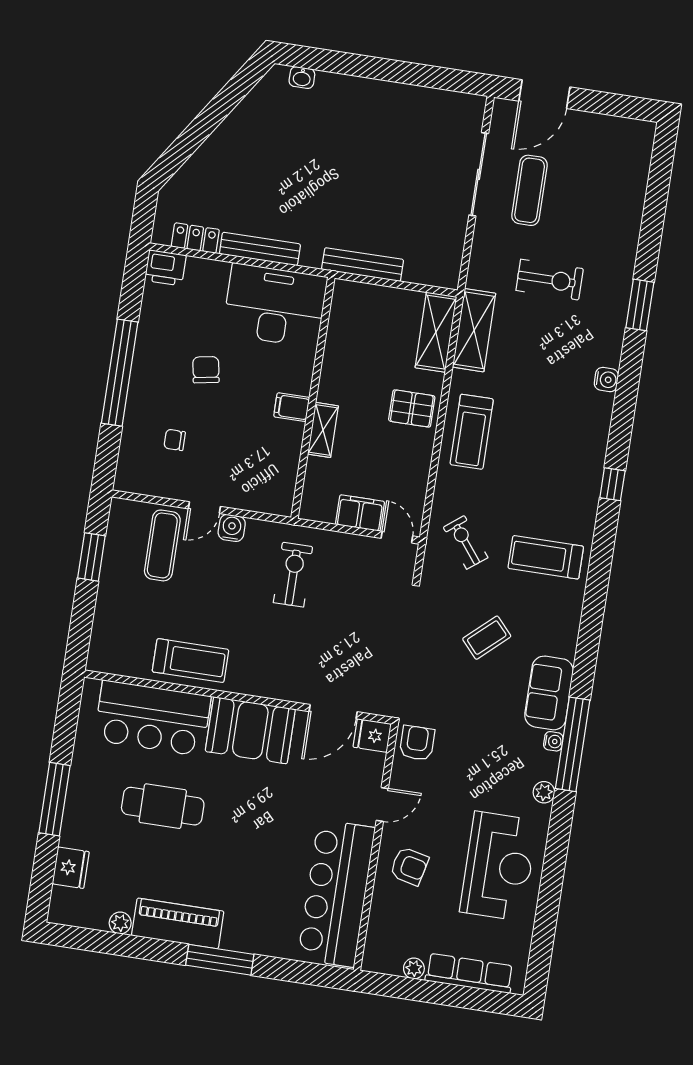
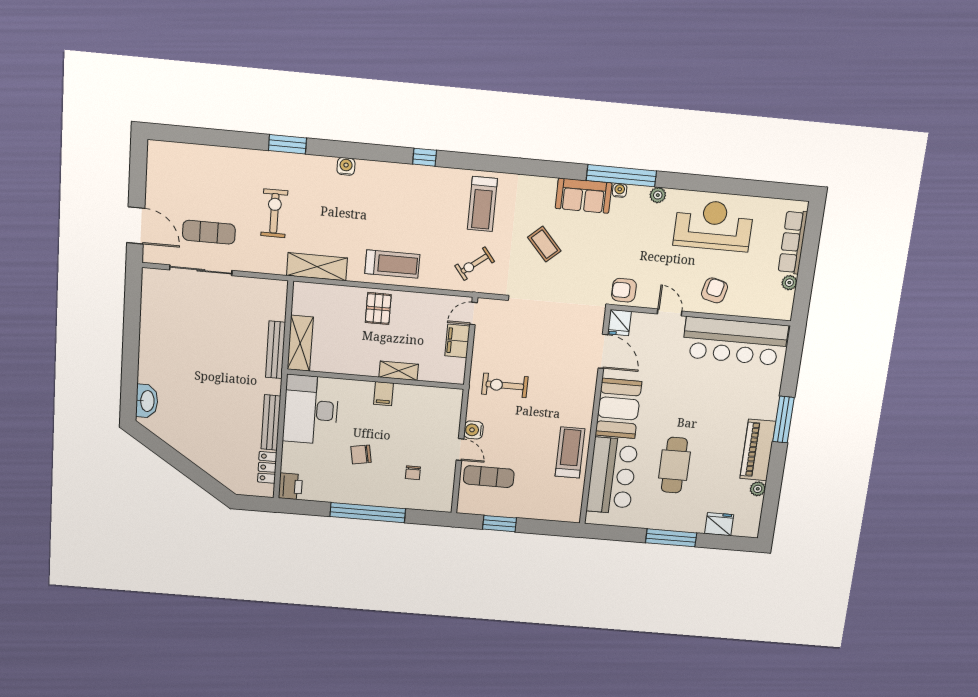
washbasin: (302, 78) -> (147, 401), width x1.91, depth x1.45
shelving: (436, 332) -> (300, 343), moved, turned 90

